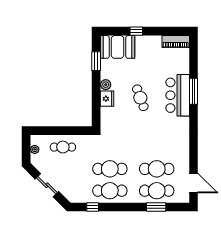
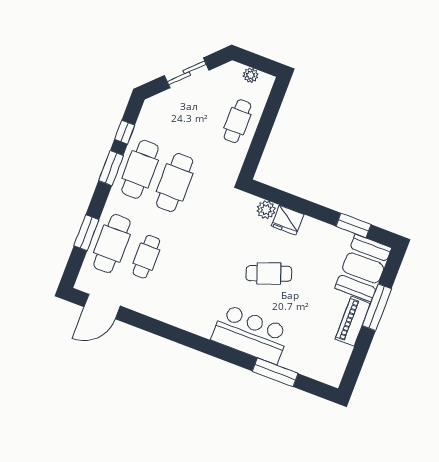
window: (136, 31) -> (377, 307), width x2.17
piano: (176, 41) -> (353, 321), moved
plant: (106, 85) -> (266, 210), moved
window: (194, 91) -> (275, 372), moved
cafe table: (157, 169) -> (146, 257), width x0.73, depth x0.74
window: (115, 207) -> (111, 168), added

